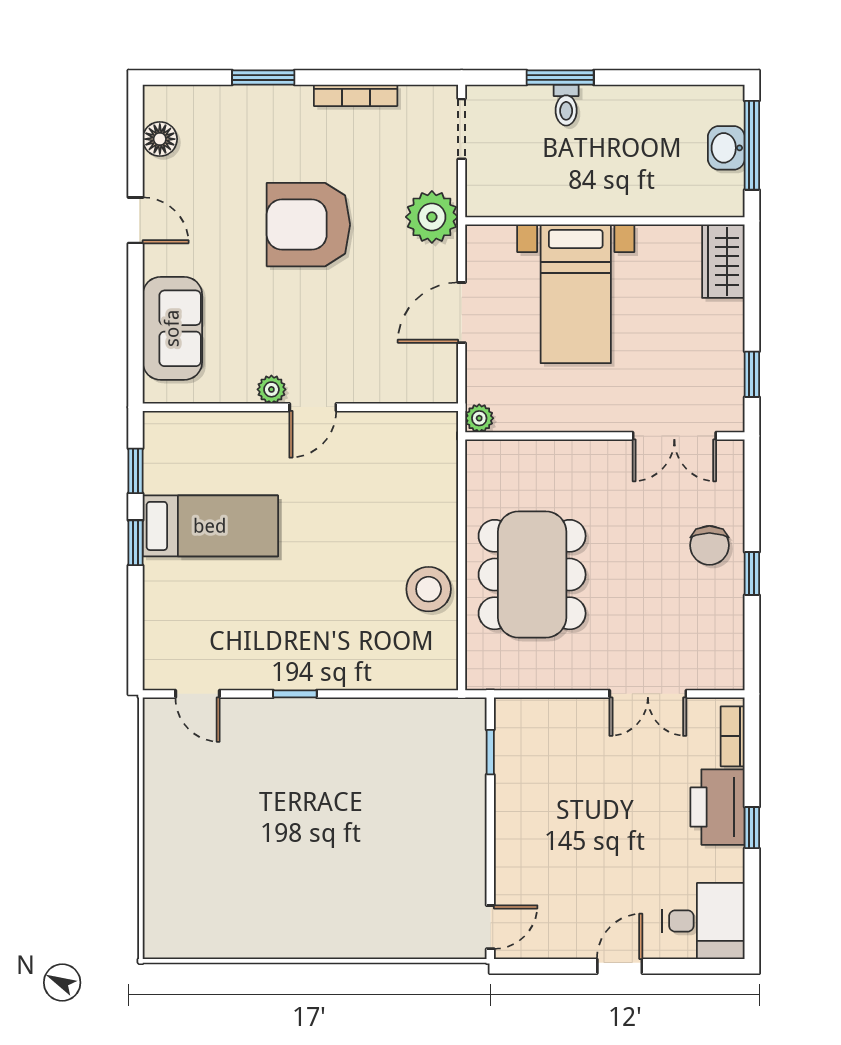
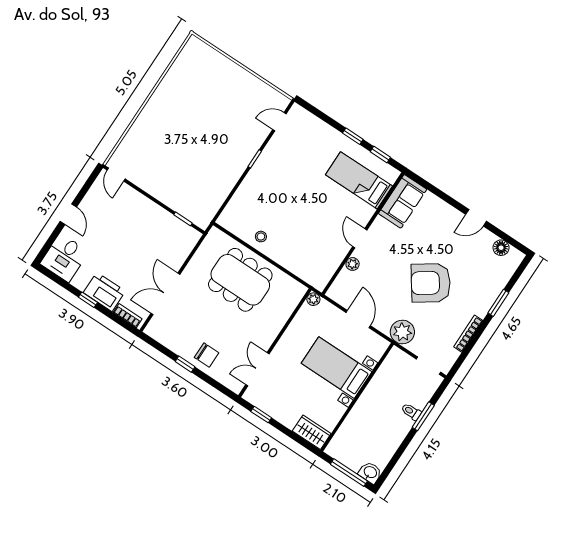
washbasin: (726, 148) -> (370, 473), moved
armchair: (308, 225) -> (431, 283), turned -125
sofa: (172, 328) -> (403, 201), moved, turned -90
plant: (271, 389) -> (353, 264), moved
bed: (210, 526) -> (359, 180), moved, turned 90
chair: (709, 545) -> (207, 355), turned 180
stool: (429, 589) -> (261, 237), width x0.53, depth x0.53
double door: (648, 694) -> (165, 294), width x1.37

